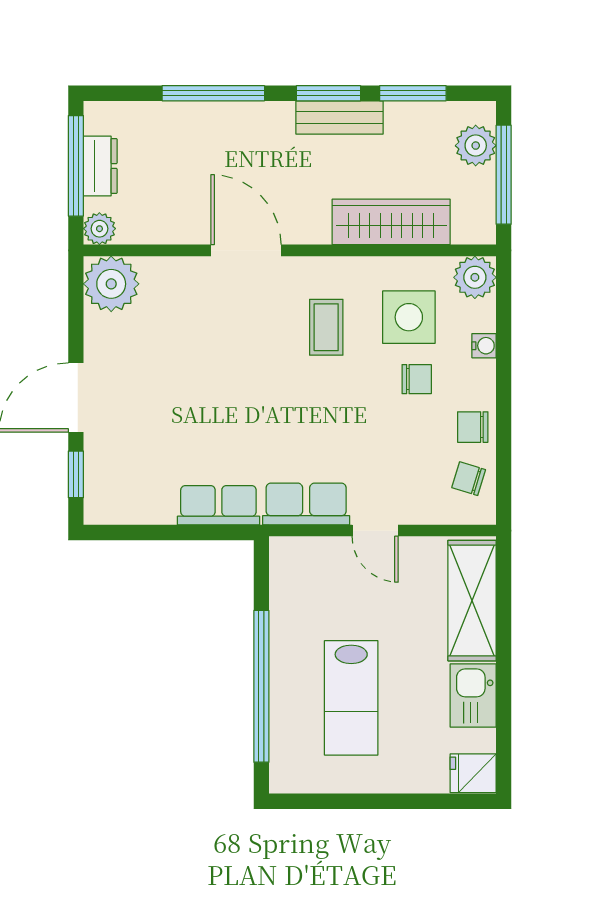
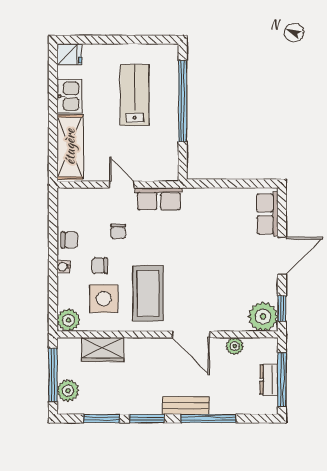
bench: (339, 118) -> (186, 406), moved
wardrobe: (391, 222) -> (103, 350), width x0.67
plant: (99, 229) -> (235, 346), moved
coffee table: (326, 327) -> (148, 293), width x1.86, depth x1.72
water cooler: (484, 346) -> (64, 267), moved
window: (76, 474) -> (282, 309), moved
chair: (469, 479) -> (118, 231), moved, turned 73
row of seats: (218, 505) -> (267, 214), moved, turned 90

